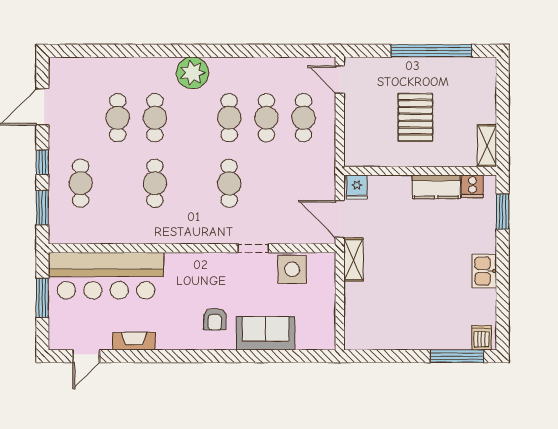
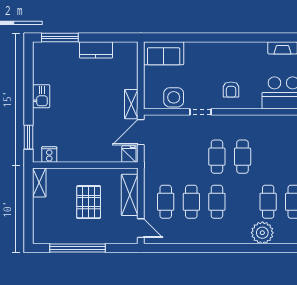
plant: (192, 73) -> (262, 233), moved
shelving: (356, 128) -> (130, 195), added
cafe table: (155, 183) -> (243, 157), moved
kitchen counter: (436, 187) -> (96, 50), moved, turned 180
door: (340, 219) -> (141, 132), swing flipped
armchair: (215, 319) -> (231, 90), moved, turned 180
sofa: (266, 333) -> (164, 53), moved
dishwasher: (481, 338) -> (43, 50), removed

